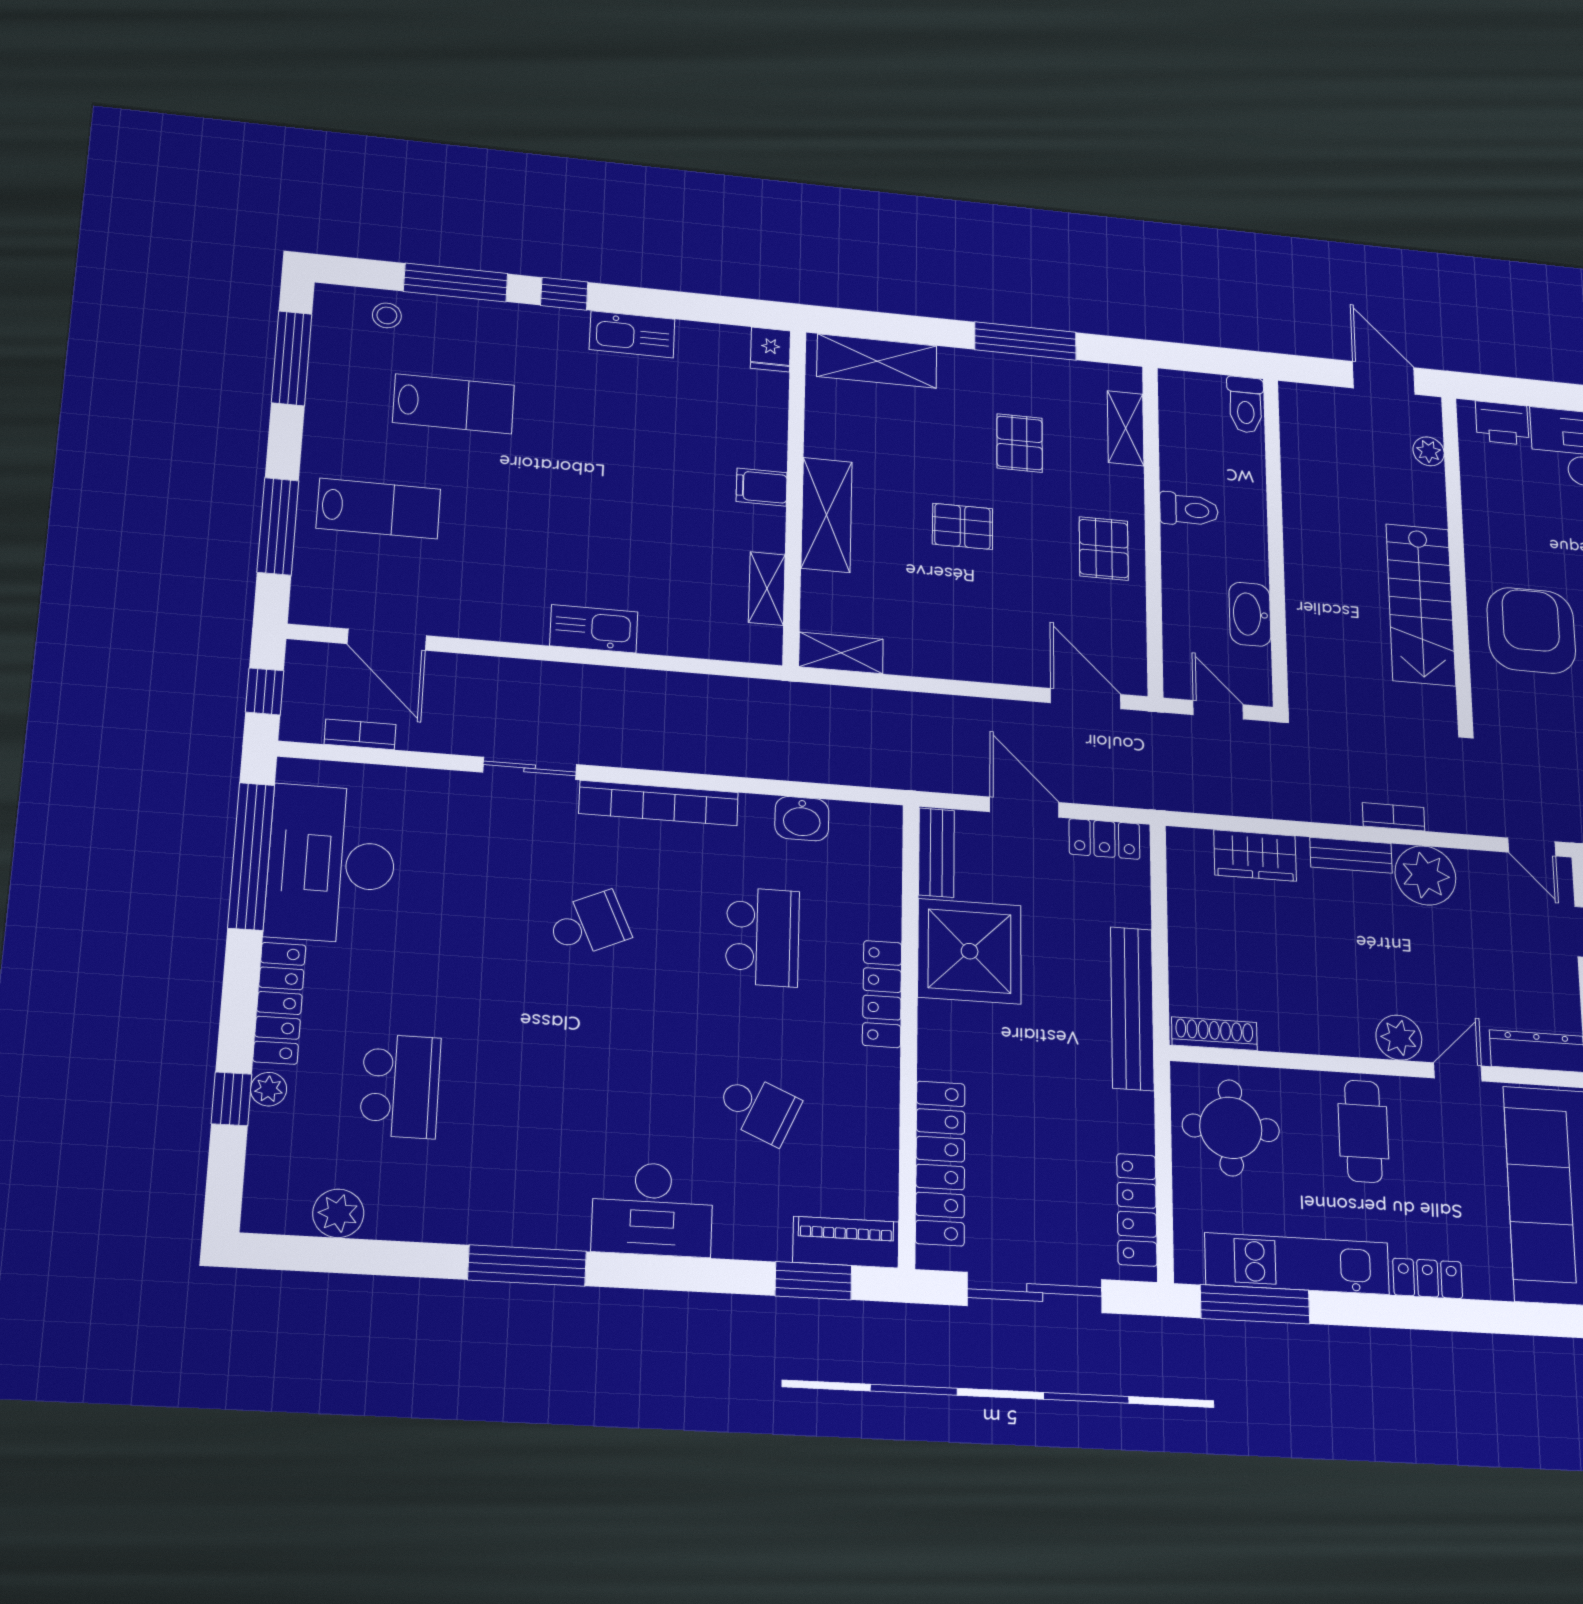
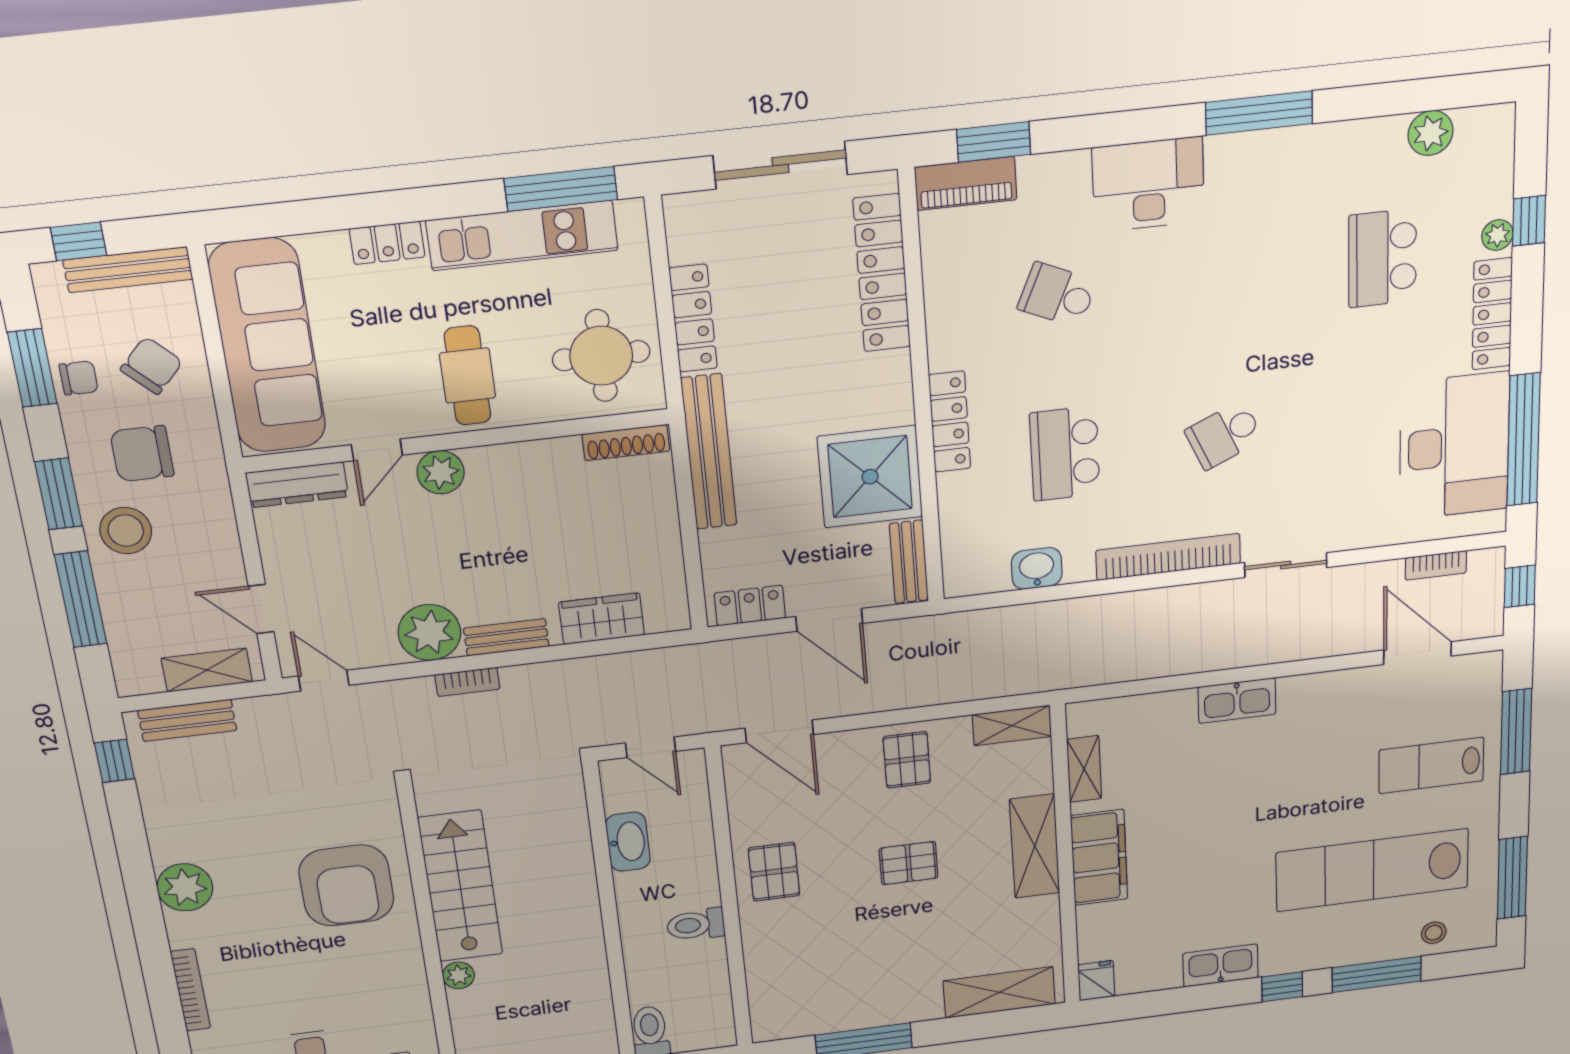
lab bench: (453, 404) -> (1372, 870), width x1.86, depth x1.39
shelving: (1126, 428) -> (763, 985), removed
pallet: (1020, 443) -> (907, 760), moved
plant: (1429, 451) -> (459, 975), moved
filing cabinet: (762, 487) -> (1099, 857), width x3.00, depth x1.17
locker: (1137, 1210) -> (693, 318), moved

